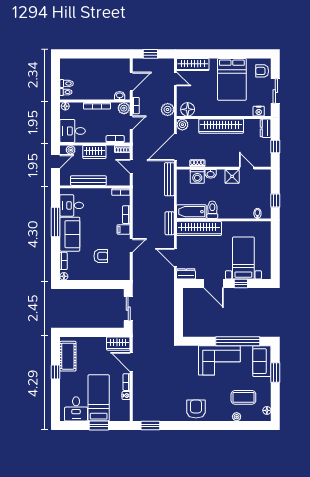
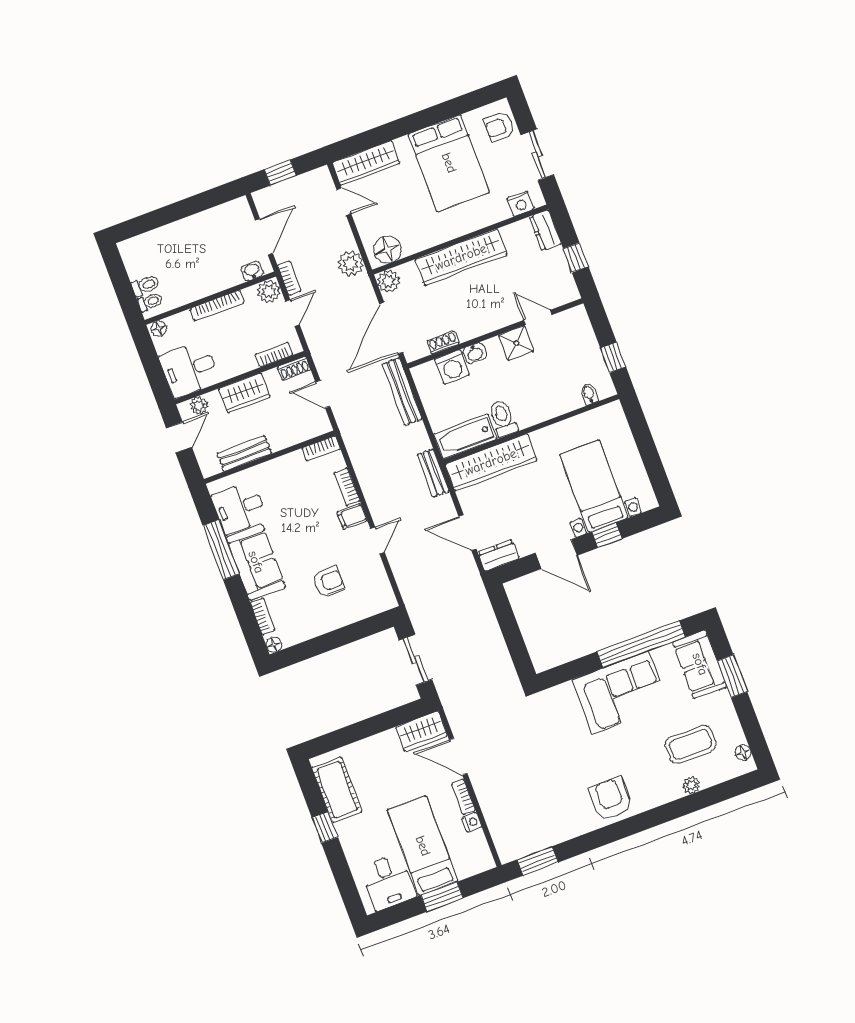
bench: (88, 181) -> (244, 453), width x0.73

